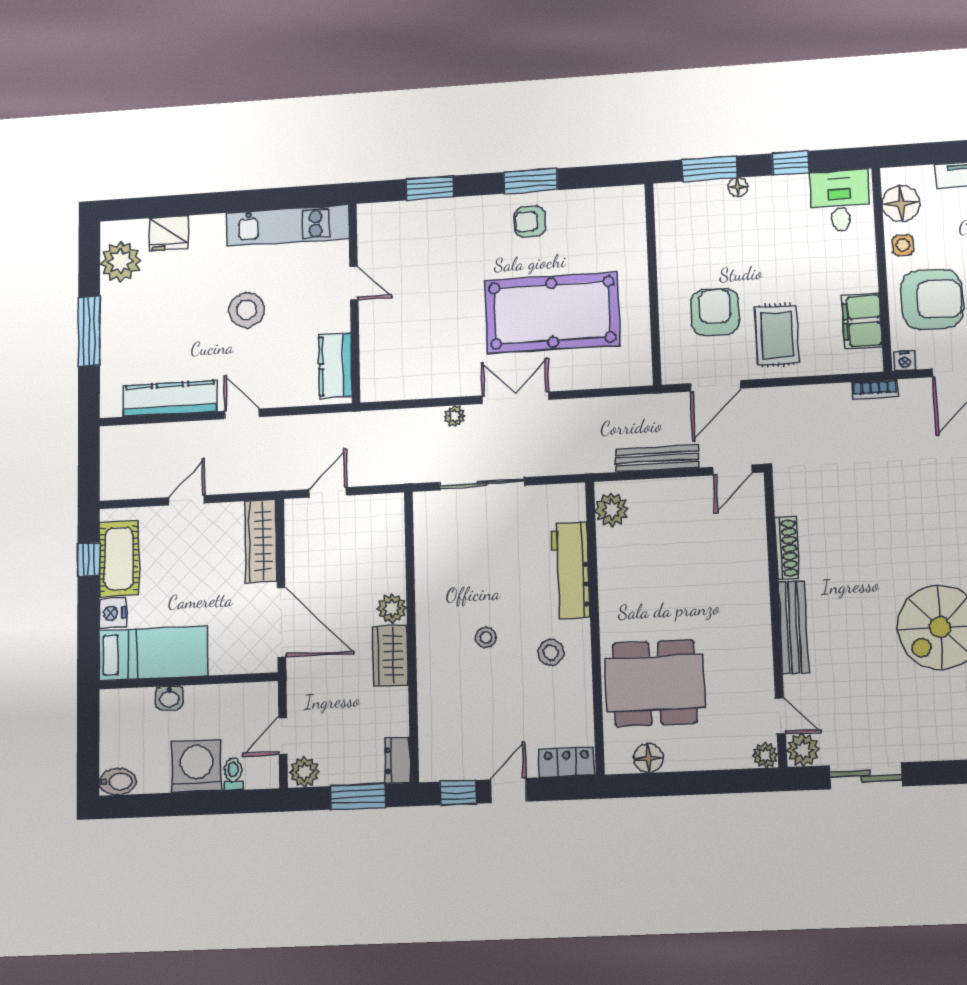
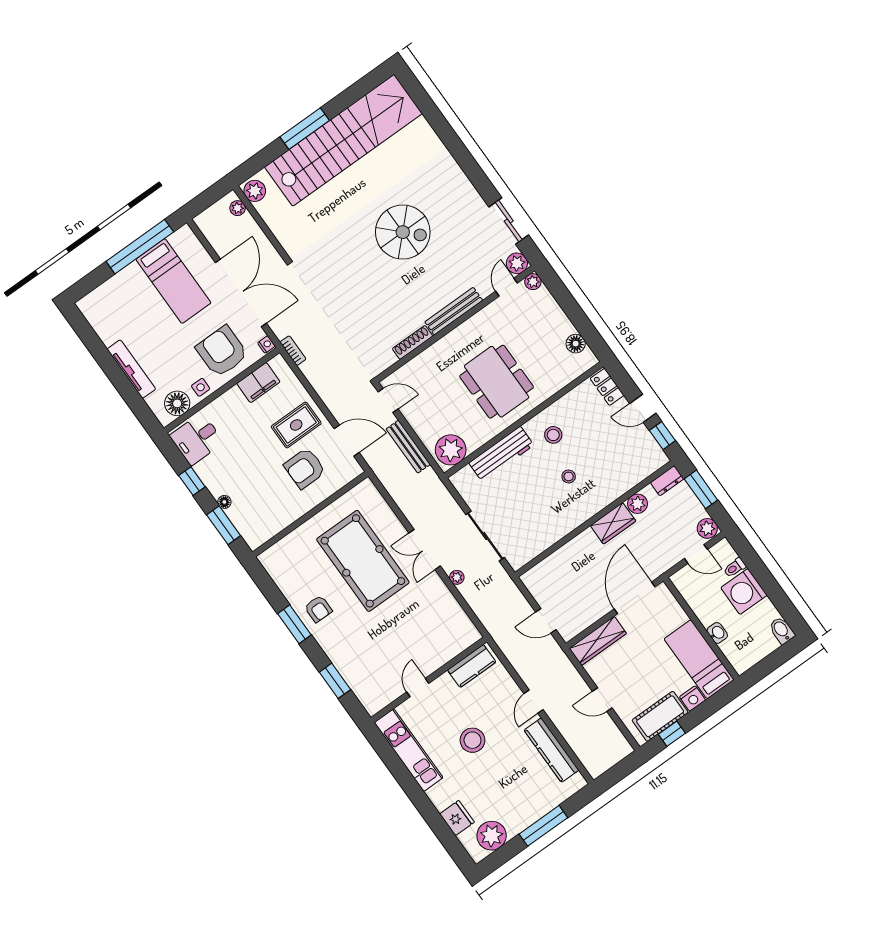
plant: (612, 510) -> (451, 450), width x1.36, depth x1.36
plant: (392, 608) -> (638, 504), moved
dining table: (655, 683) -> (497, 382), moved

